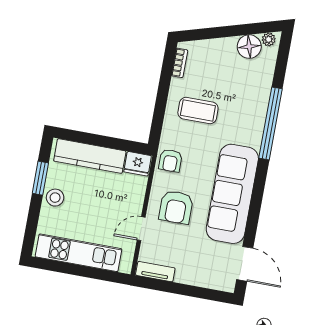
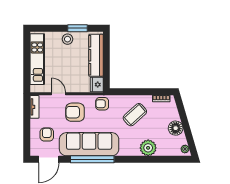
floor lamp: (249, 47) -> (176, 128), moved
plant: (256, 99) -> (148, 148), added
coffee table: (198, 111) -> (135, 115), turned 48
window: (271, 123) -> (92, 159), moved
armchair: (204, 260) -> (47, 134), added

